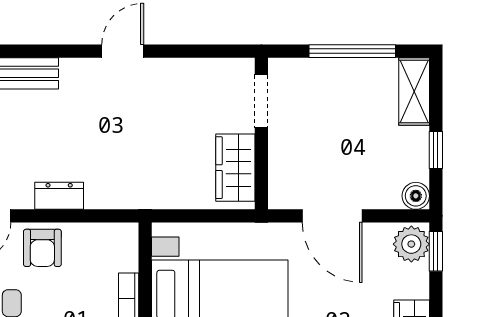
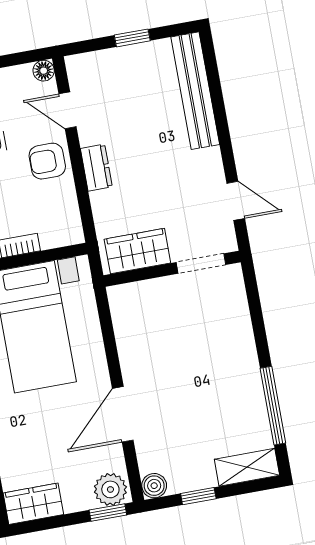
doorway: (261, 101) -> (201, 263), moved
wall: (261, 134) -> (172, 269), moved
wardrobe: (235, 168) -> (137, 251), moved

